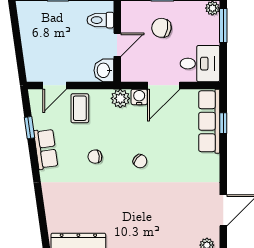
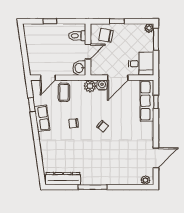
chair: (161, 28) -> (106, 35), moved

